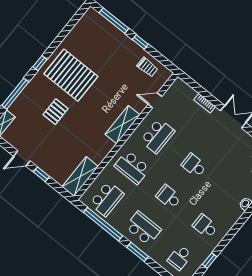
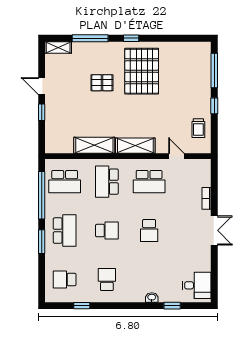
school desk: (194, 165) -> (149, 231), turned 180
shelving: (80, 177) -> (94, 145), moved
school desk: (169, 197) -> (107, 231), turned 90

